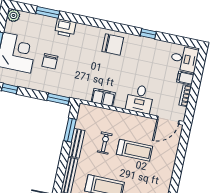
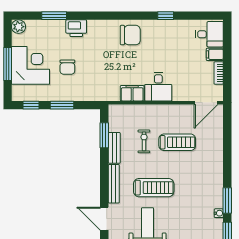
window: (58, 99) -> (62, 105), moved
desk: (140, 99) -> (158, 87), moved

